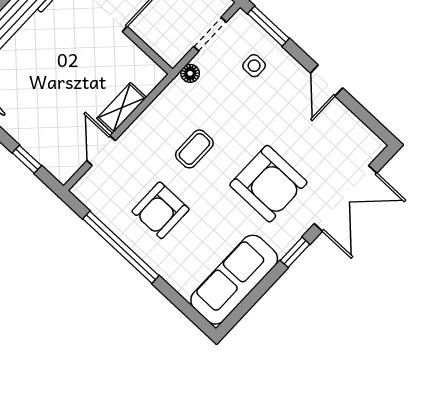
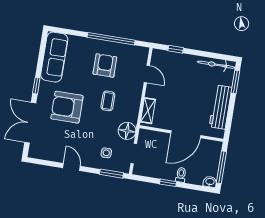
floor lamp: (190, 73) -> (127, 131), width x1.89, depth x1.89
shelving: (122, 108) -> (148, 111), moved

